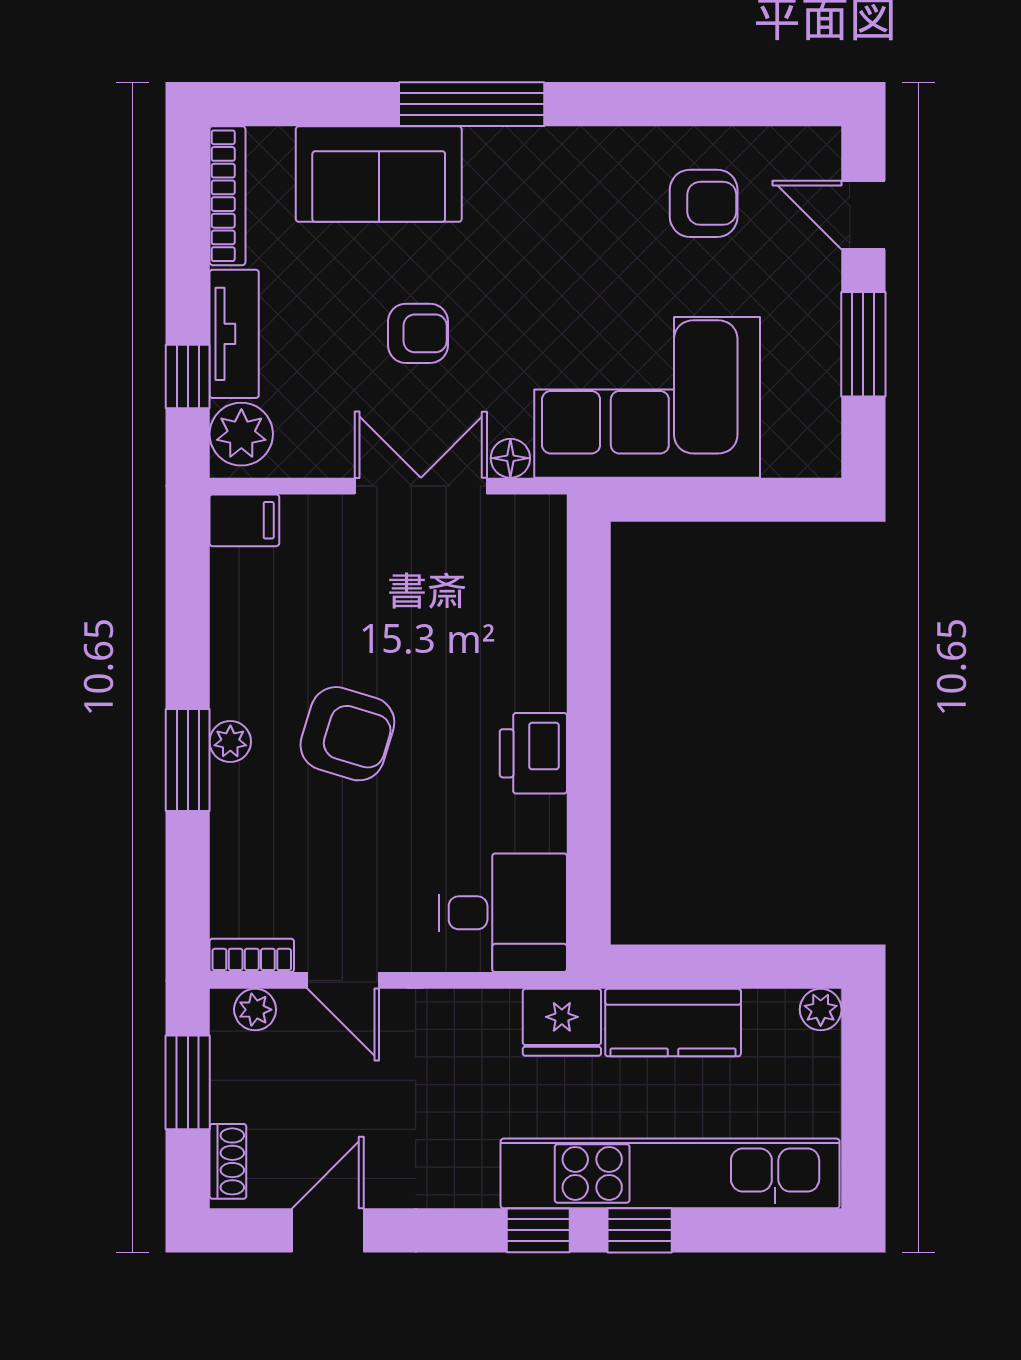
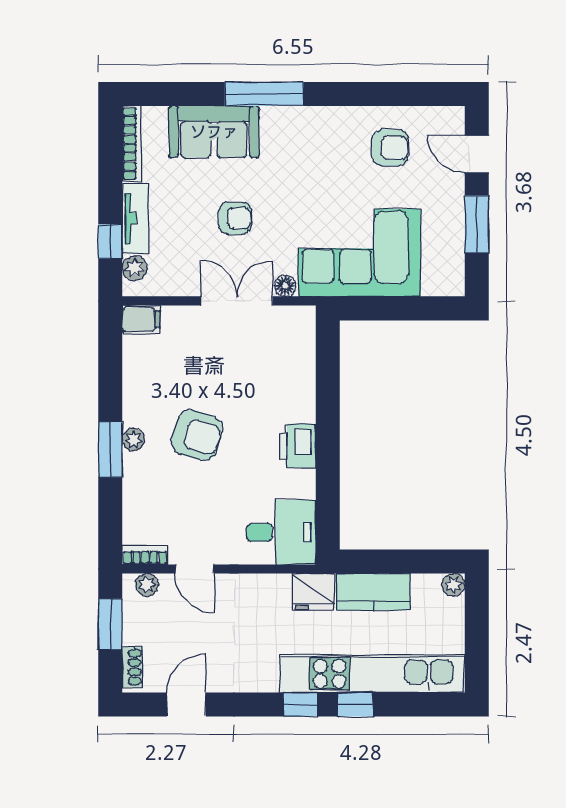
plant: (241, 434) -> (135, 268), width x0.73, depth x0.73

